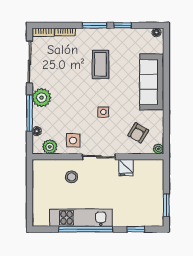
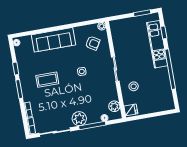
side table: (73, 140) -> (107, 90), removed
fridge: (126, 168) -> (131, 110), moved
kitchen unit: (81, 218) -> (157, 44), moved

